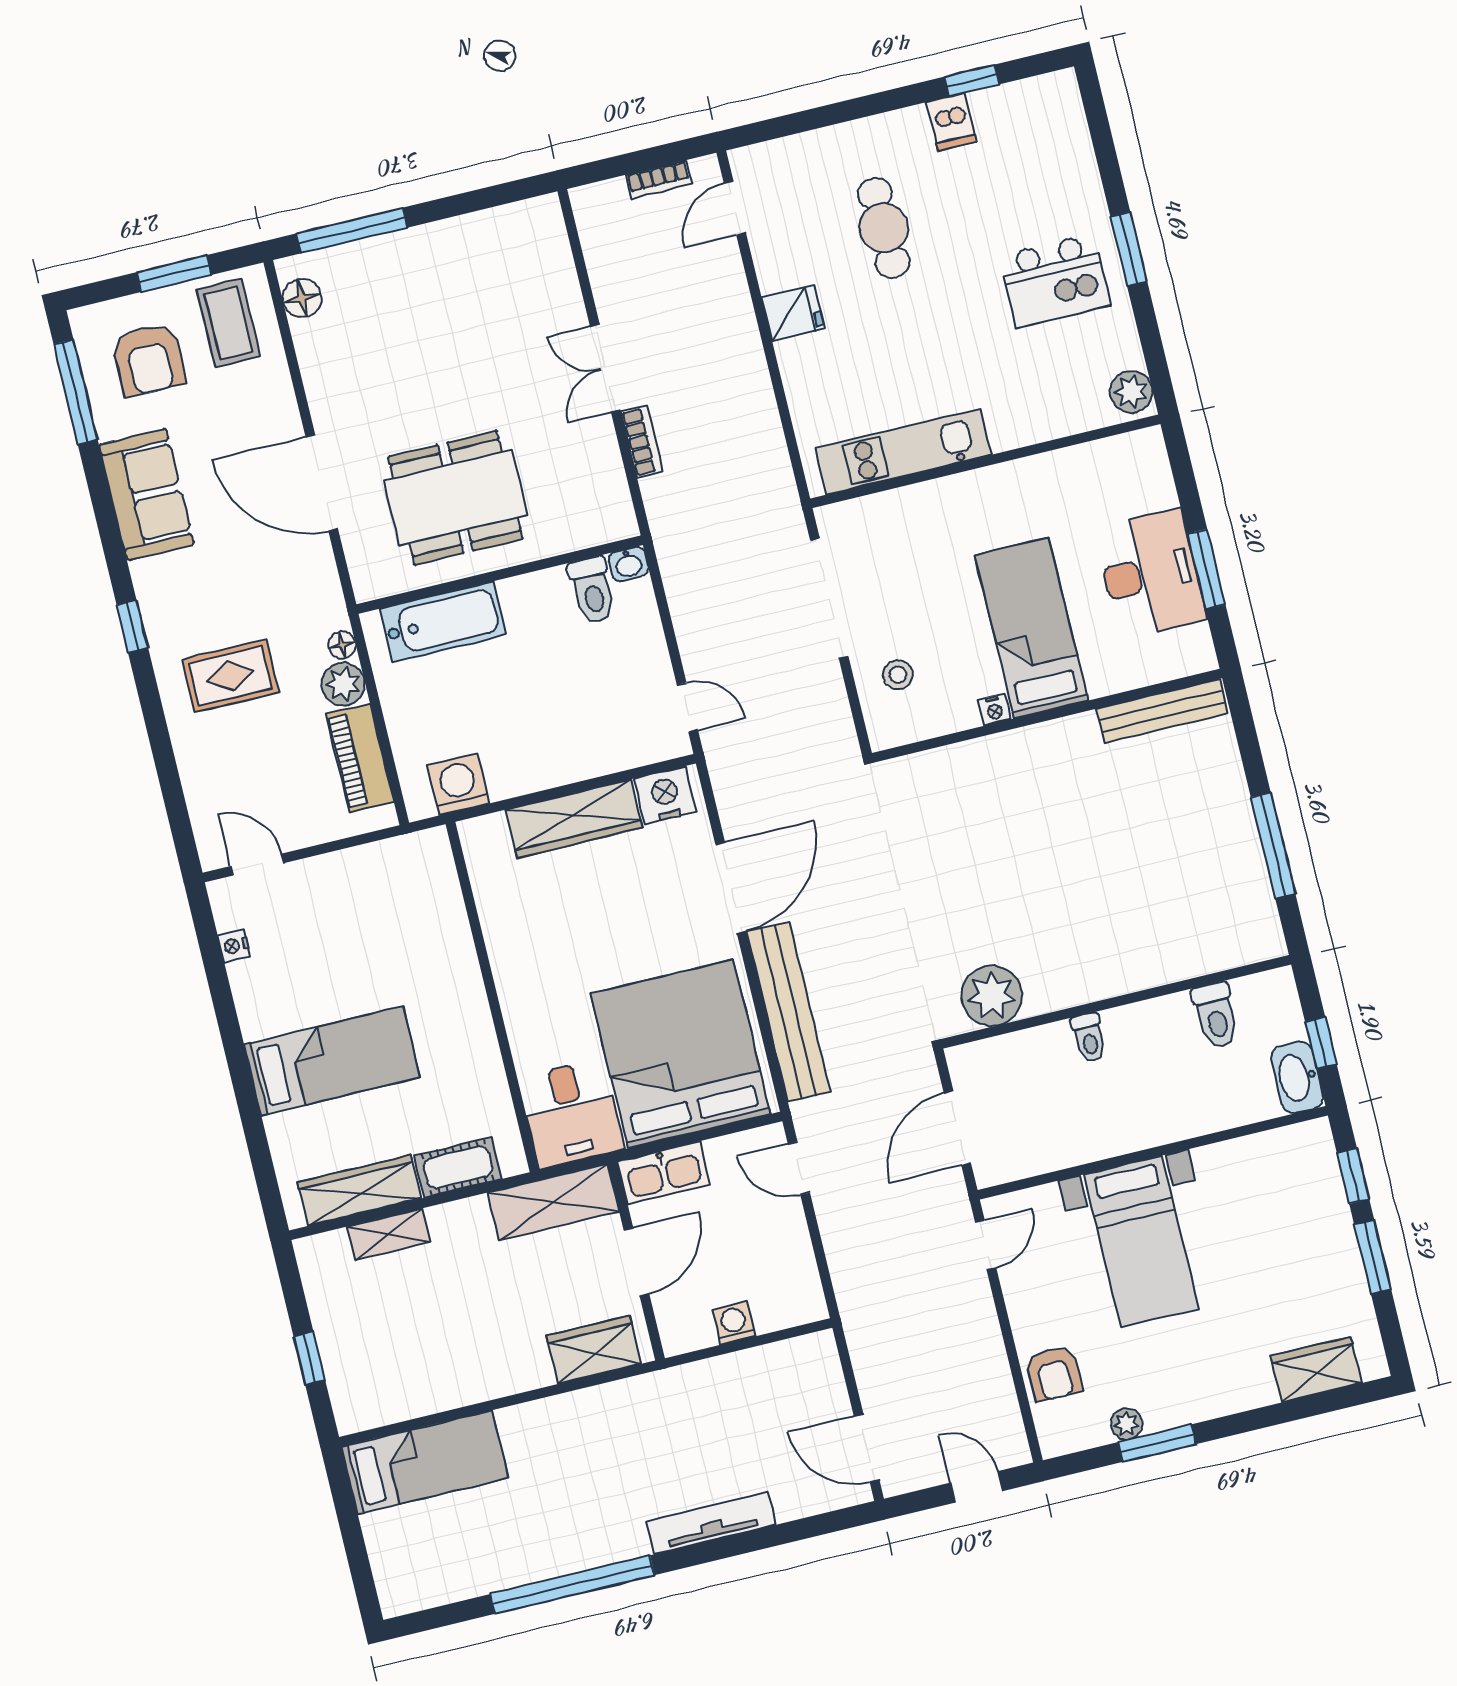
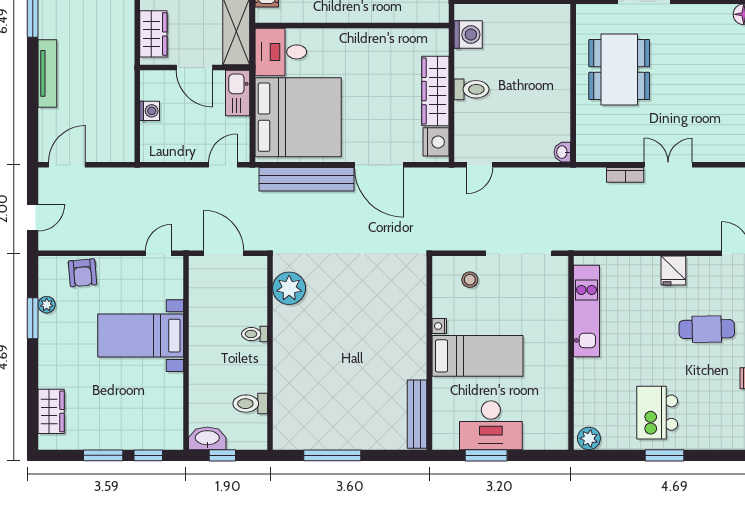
toilet: (592, 590) -> (471, 89), moved, turned 180
bathtub: (443, 622) -> (556, 47), removed
door: (986, 1245) -> (159, 253), swing flipped
armchair: (1054, 1373) -> (83, 273), turned -95

